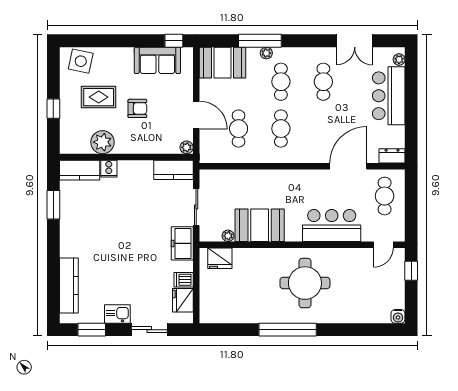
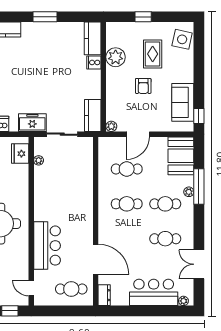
window: (53, 205) -> (45, 17), moved
booth: (260, 225) -> (47, 186), removed

